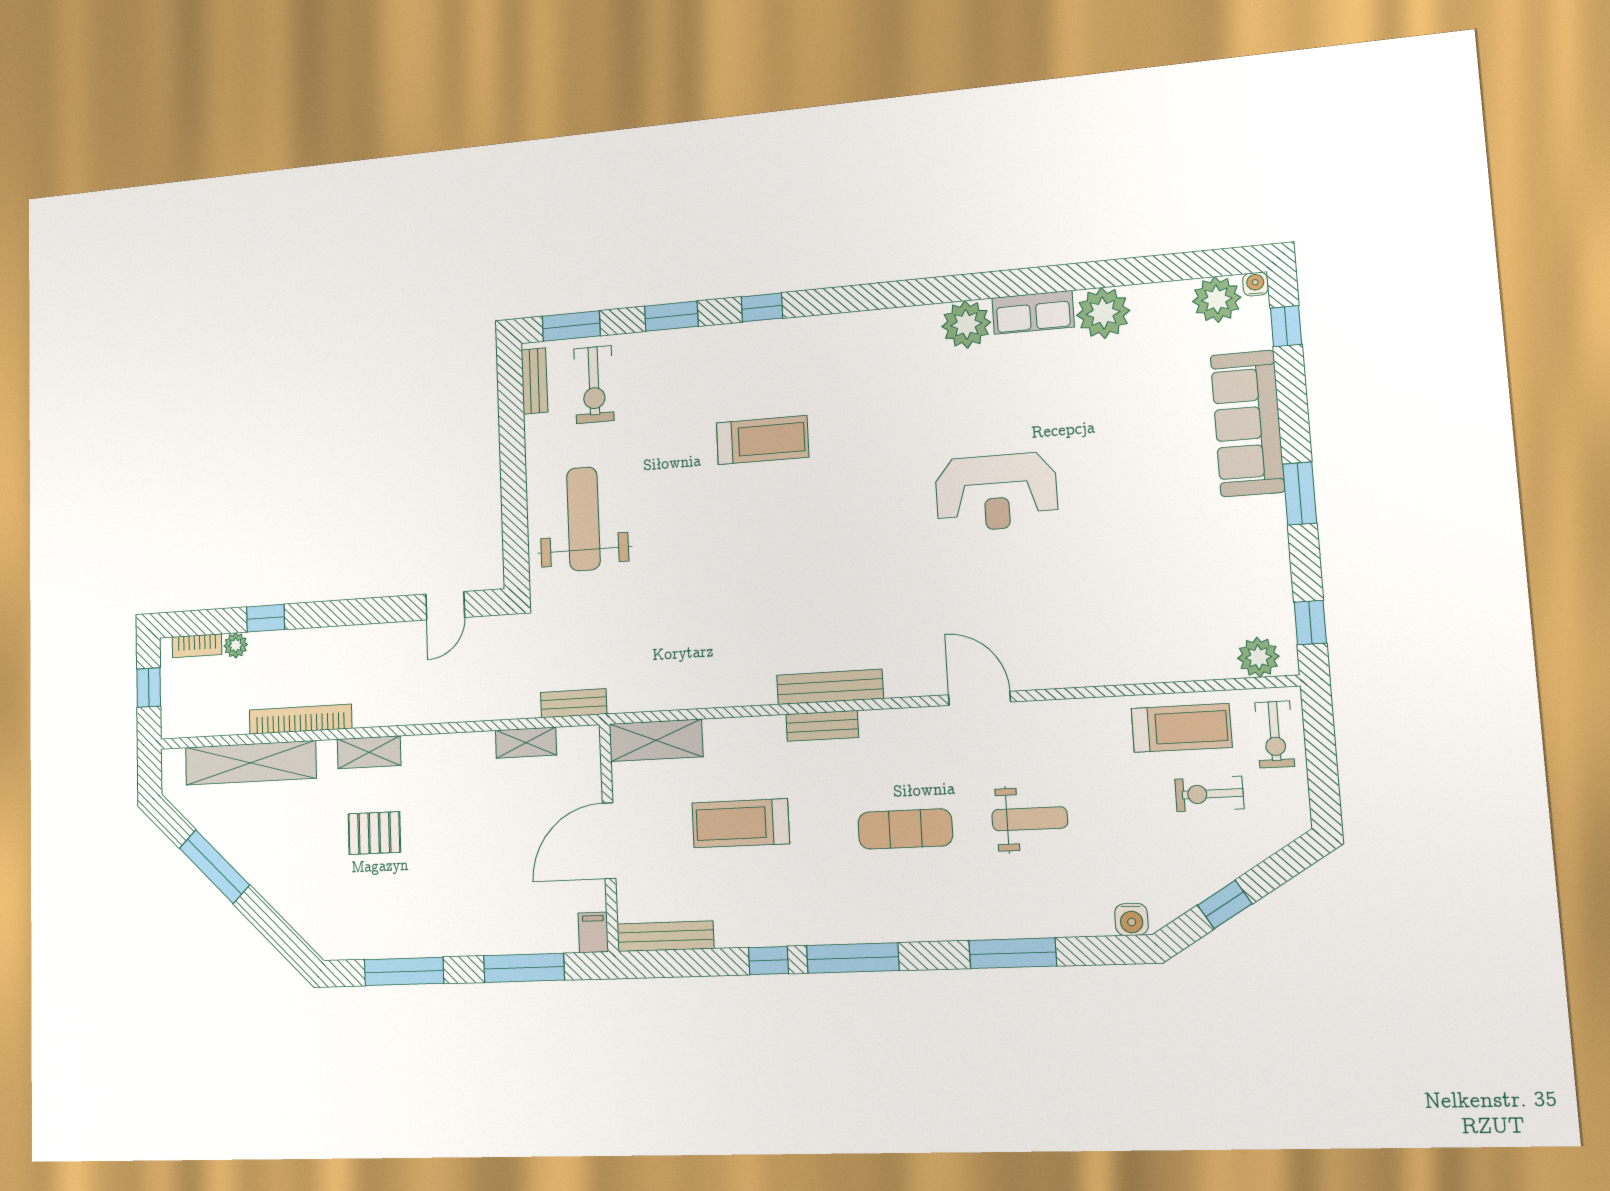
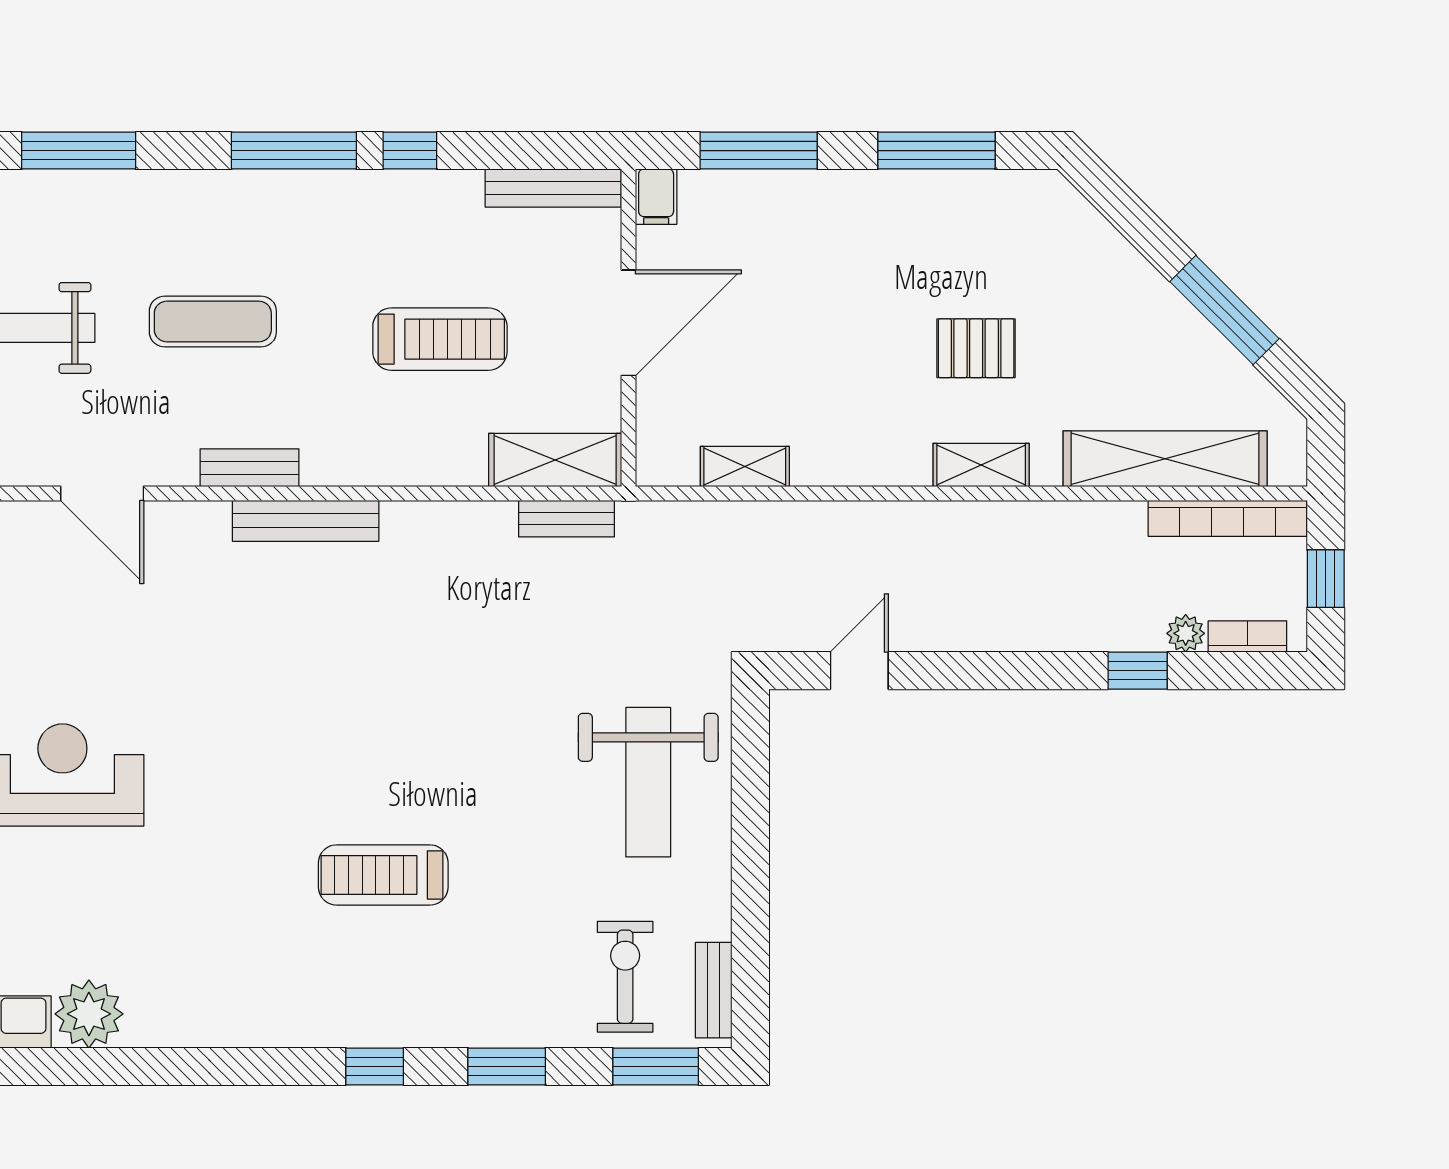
bench: (574, 703) -> (566, 519), moved
bookcase: (300, 719) -> (1228, 518), moved
bench: (822, 726) -> (249, 468), moved

